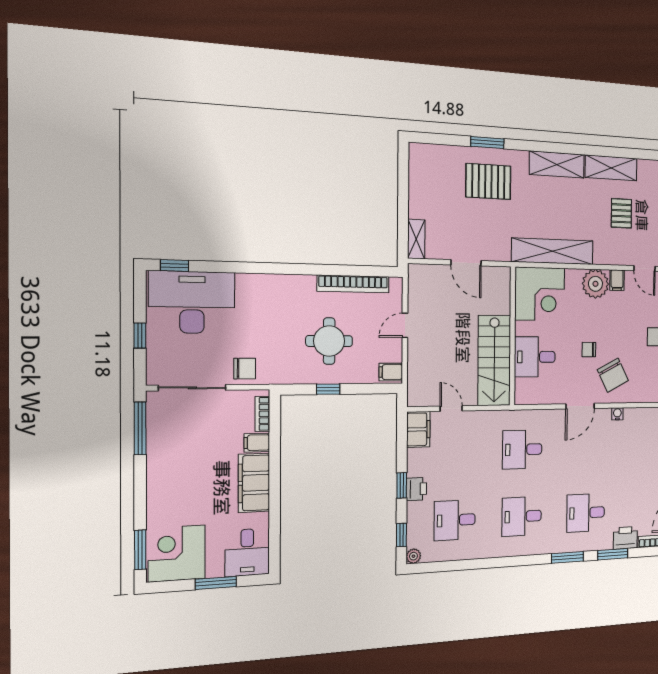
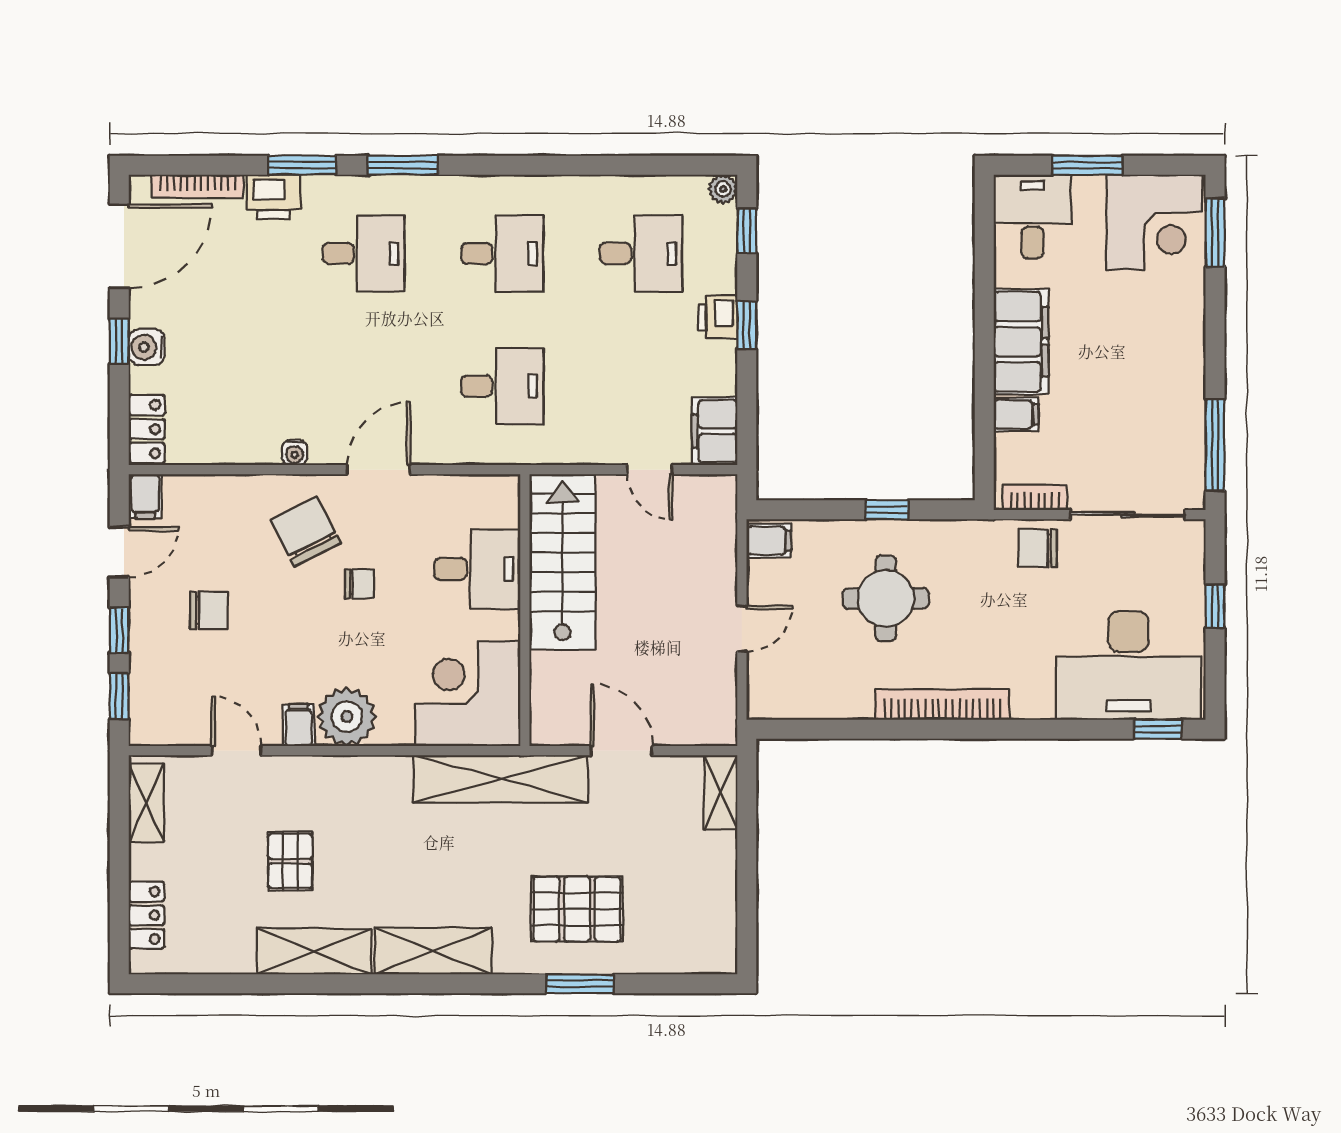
shelving: (553, 251) -> (501, 779), moved
bookcase: (353, 284) -> (942, 705), moved
bookcase: (262, 414) -> (1035, 497), moved, turned -90

